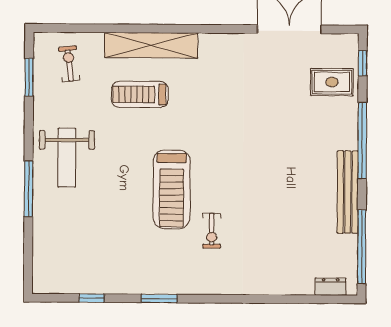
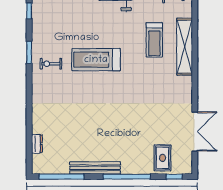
treadmill: (140, 94) -> (154, 40), turned 180
exercise bike: (212, 231) -> (51, 64), moved
dresser: (331, 287) -> (37, 144), moved

